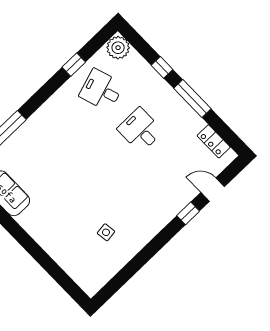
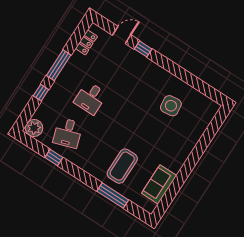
coffee table: (42, 151) -> (122, 166), added
door: (213, 190) -> (122, 35), swing flipped
side table: (106, 232) -> (171, 106), width x1.87, depth x1.87

